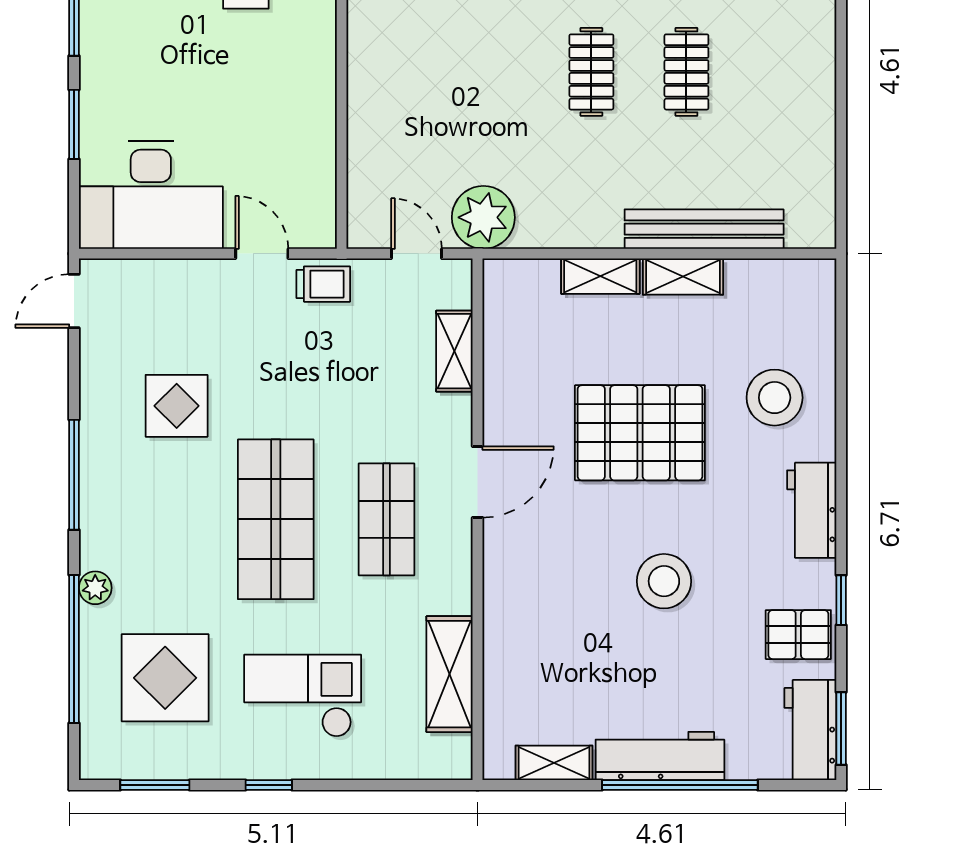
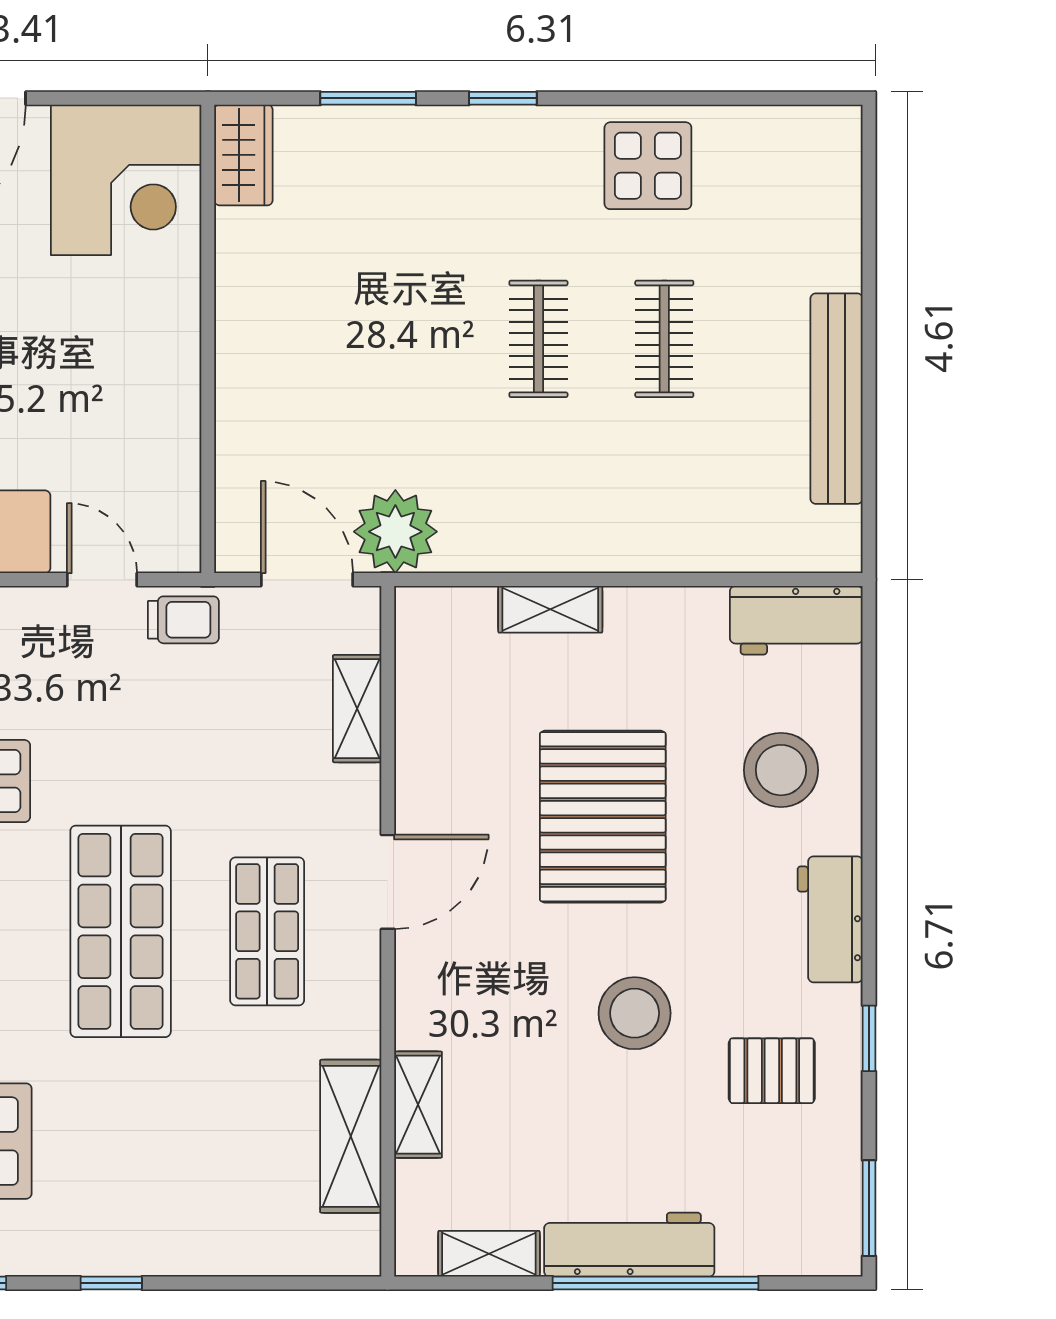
bench: (704, 229) -> (837, 399), moved, turned 90
door: (417, 254) -> (307, 580), width x1.38
shelving: (683, 277) -> (418, 1105), moved, turned 90
pallet: (640, 433) -> (603, 817), turned 90
pallet: (798, 635) -> (772, 1071), moved
checkout: (303, 696) -> (156, 1165), removed
workbench: (810, 730) -> (796, 620), moved, turned -90

